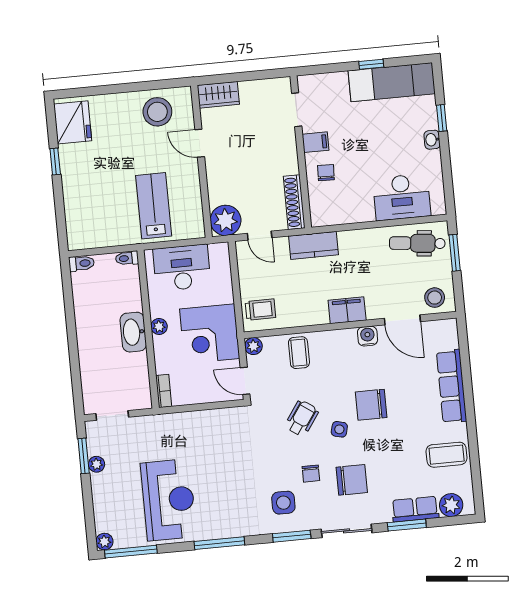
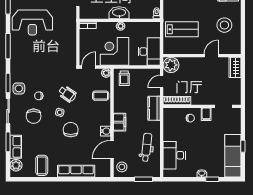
stool: (157, 112) -> (224, 25), moved
dental chair: (417, 243) -> (147, 147), moved
desk: (182, 268) -> (149, 52), moved
side table: (283, 503) -> (19, 88), moved

